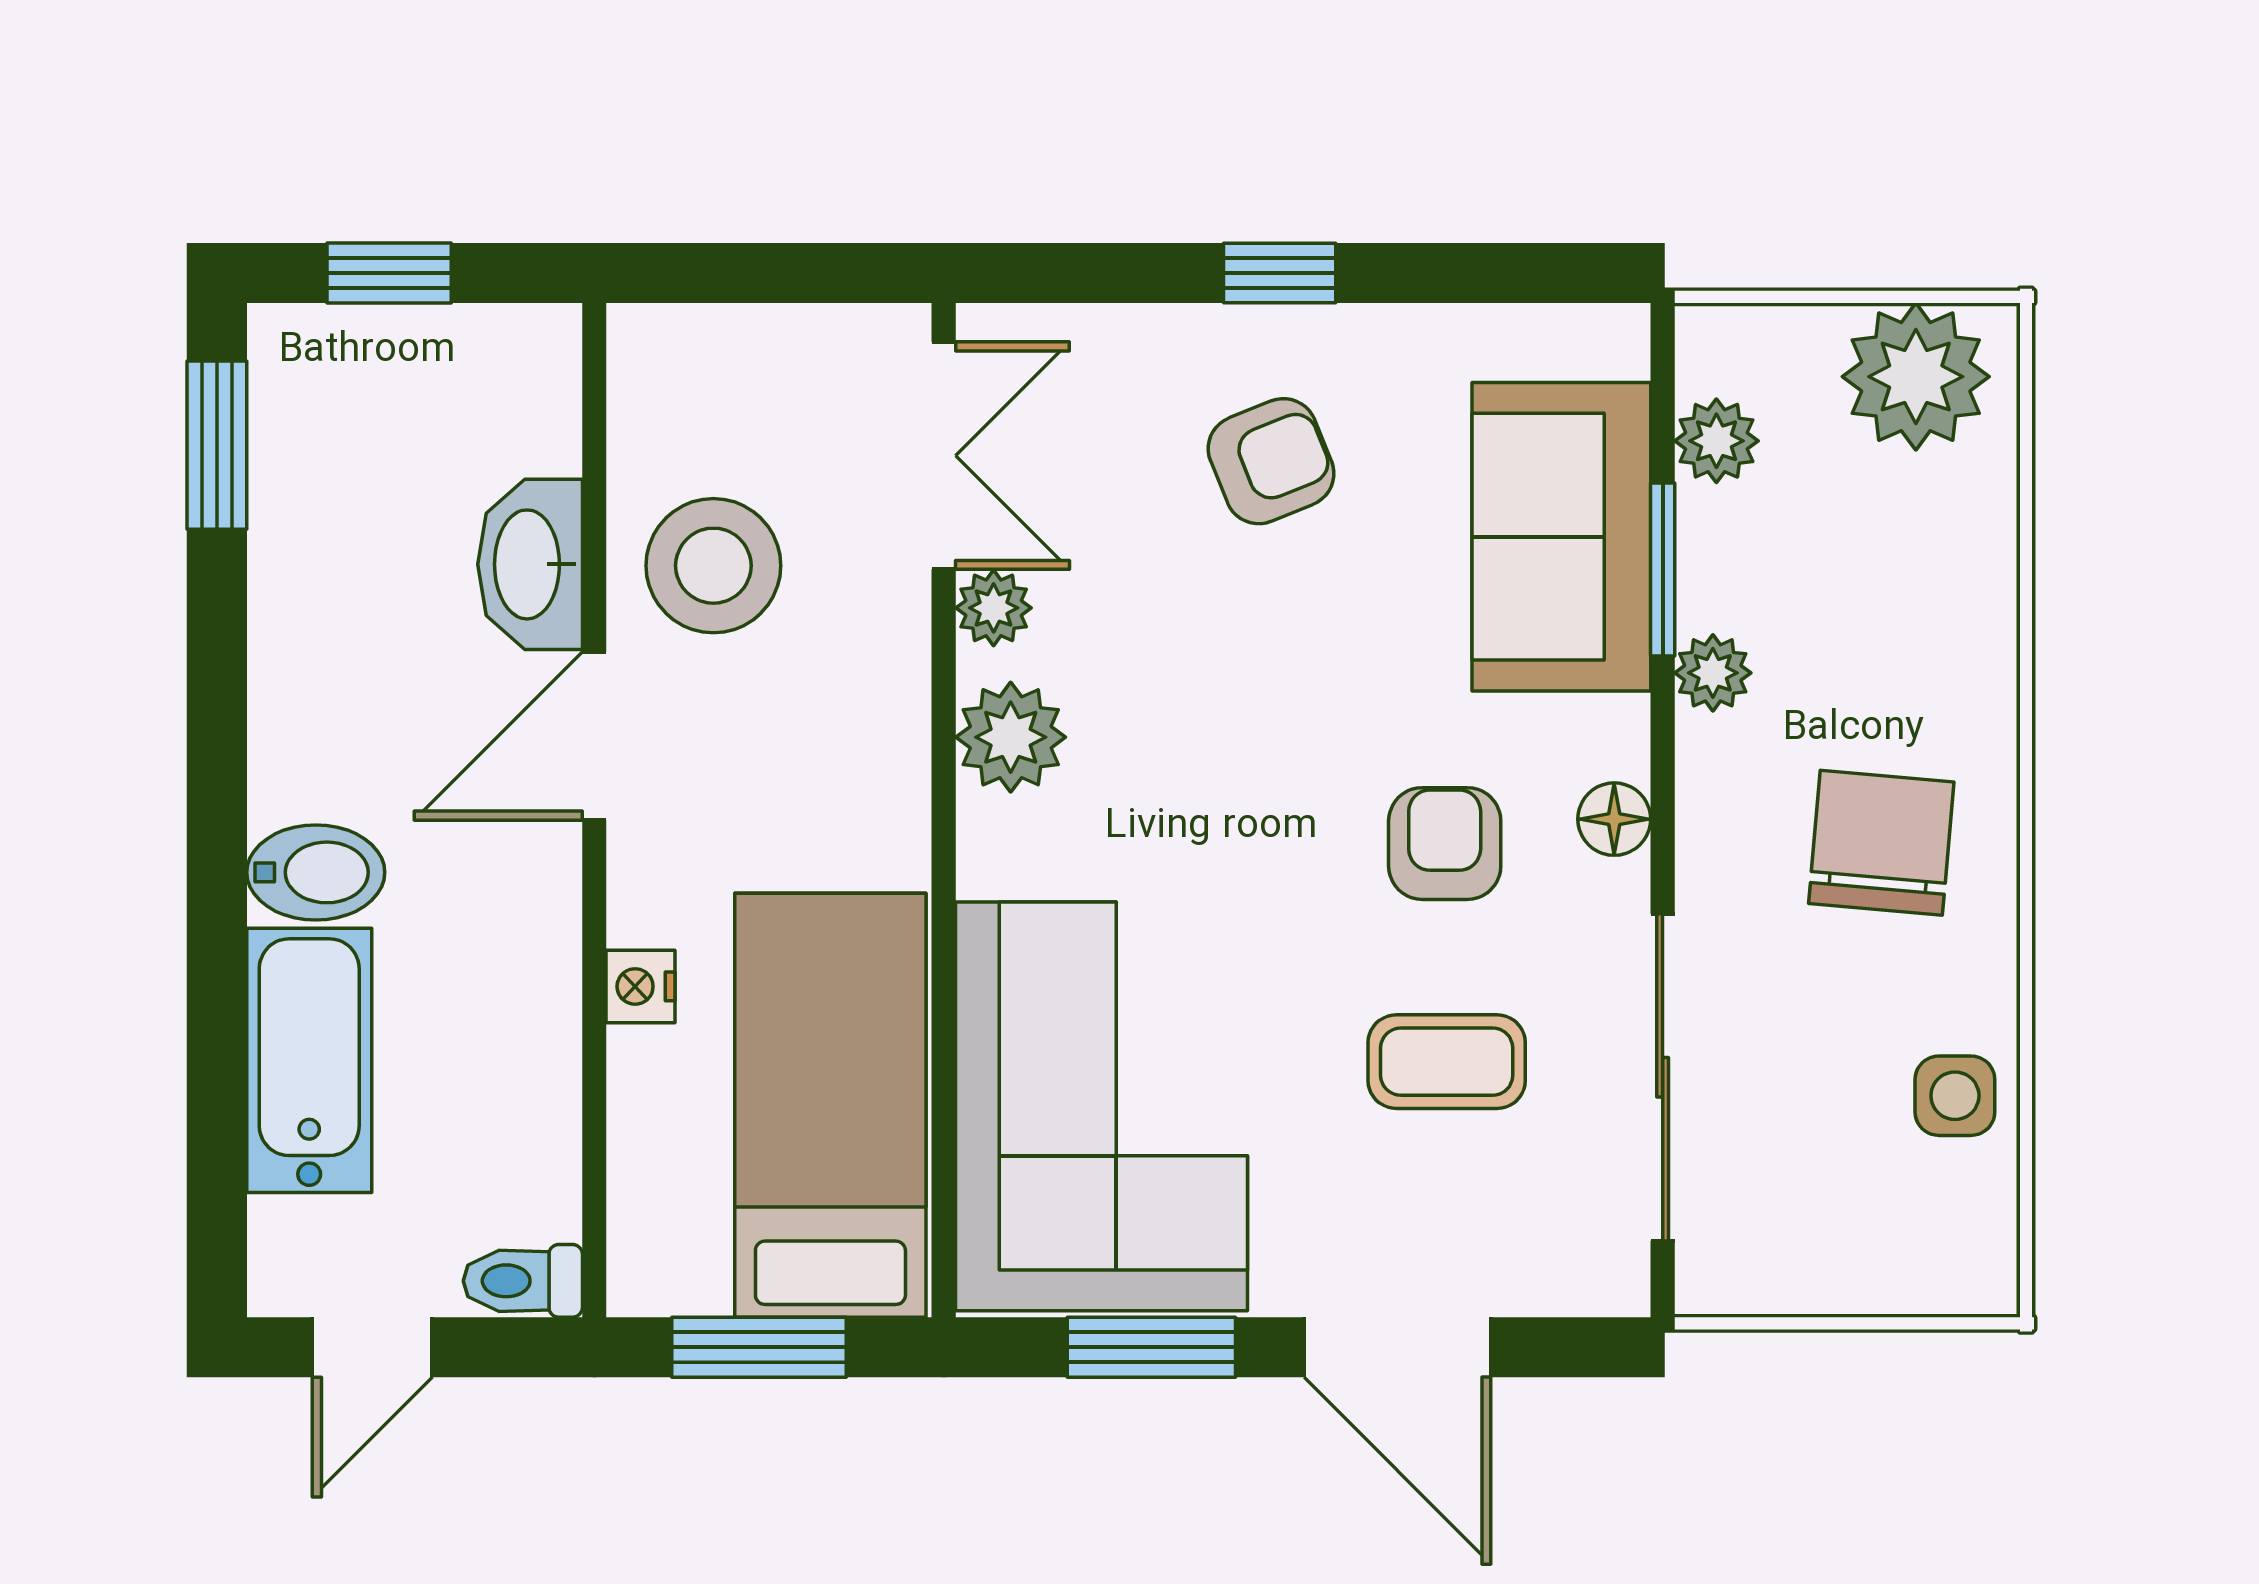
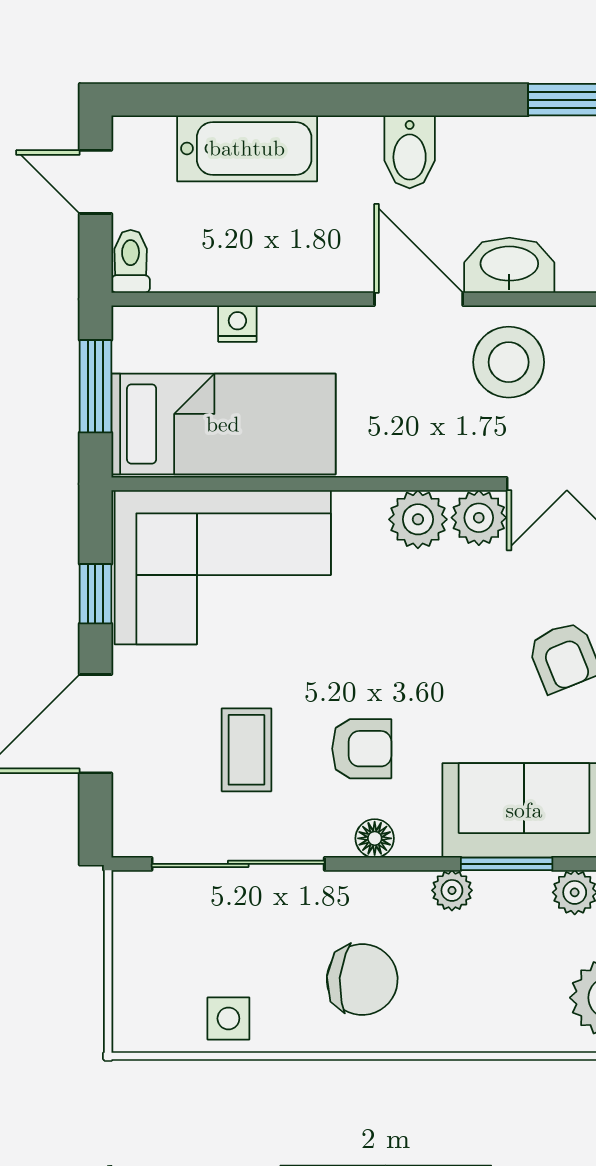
plant: (994, 608) -> (479, 518), width x1.38, depth x1.38
bidet: (316, 872) -> (410, 152), moved
nightstand: (641, 986) -> (237, 324), moved
window: (1151, 1347) -> (95, 594), width x0.67

